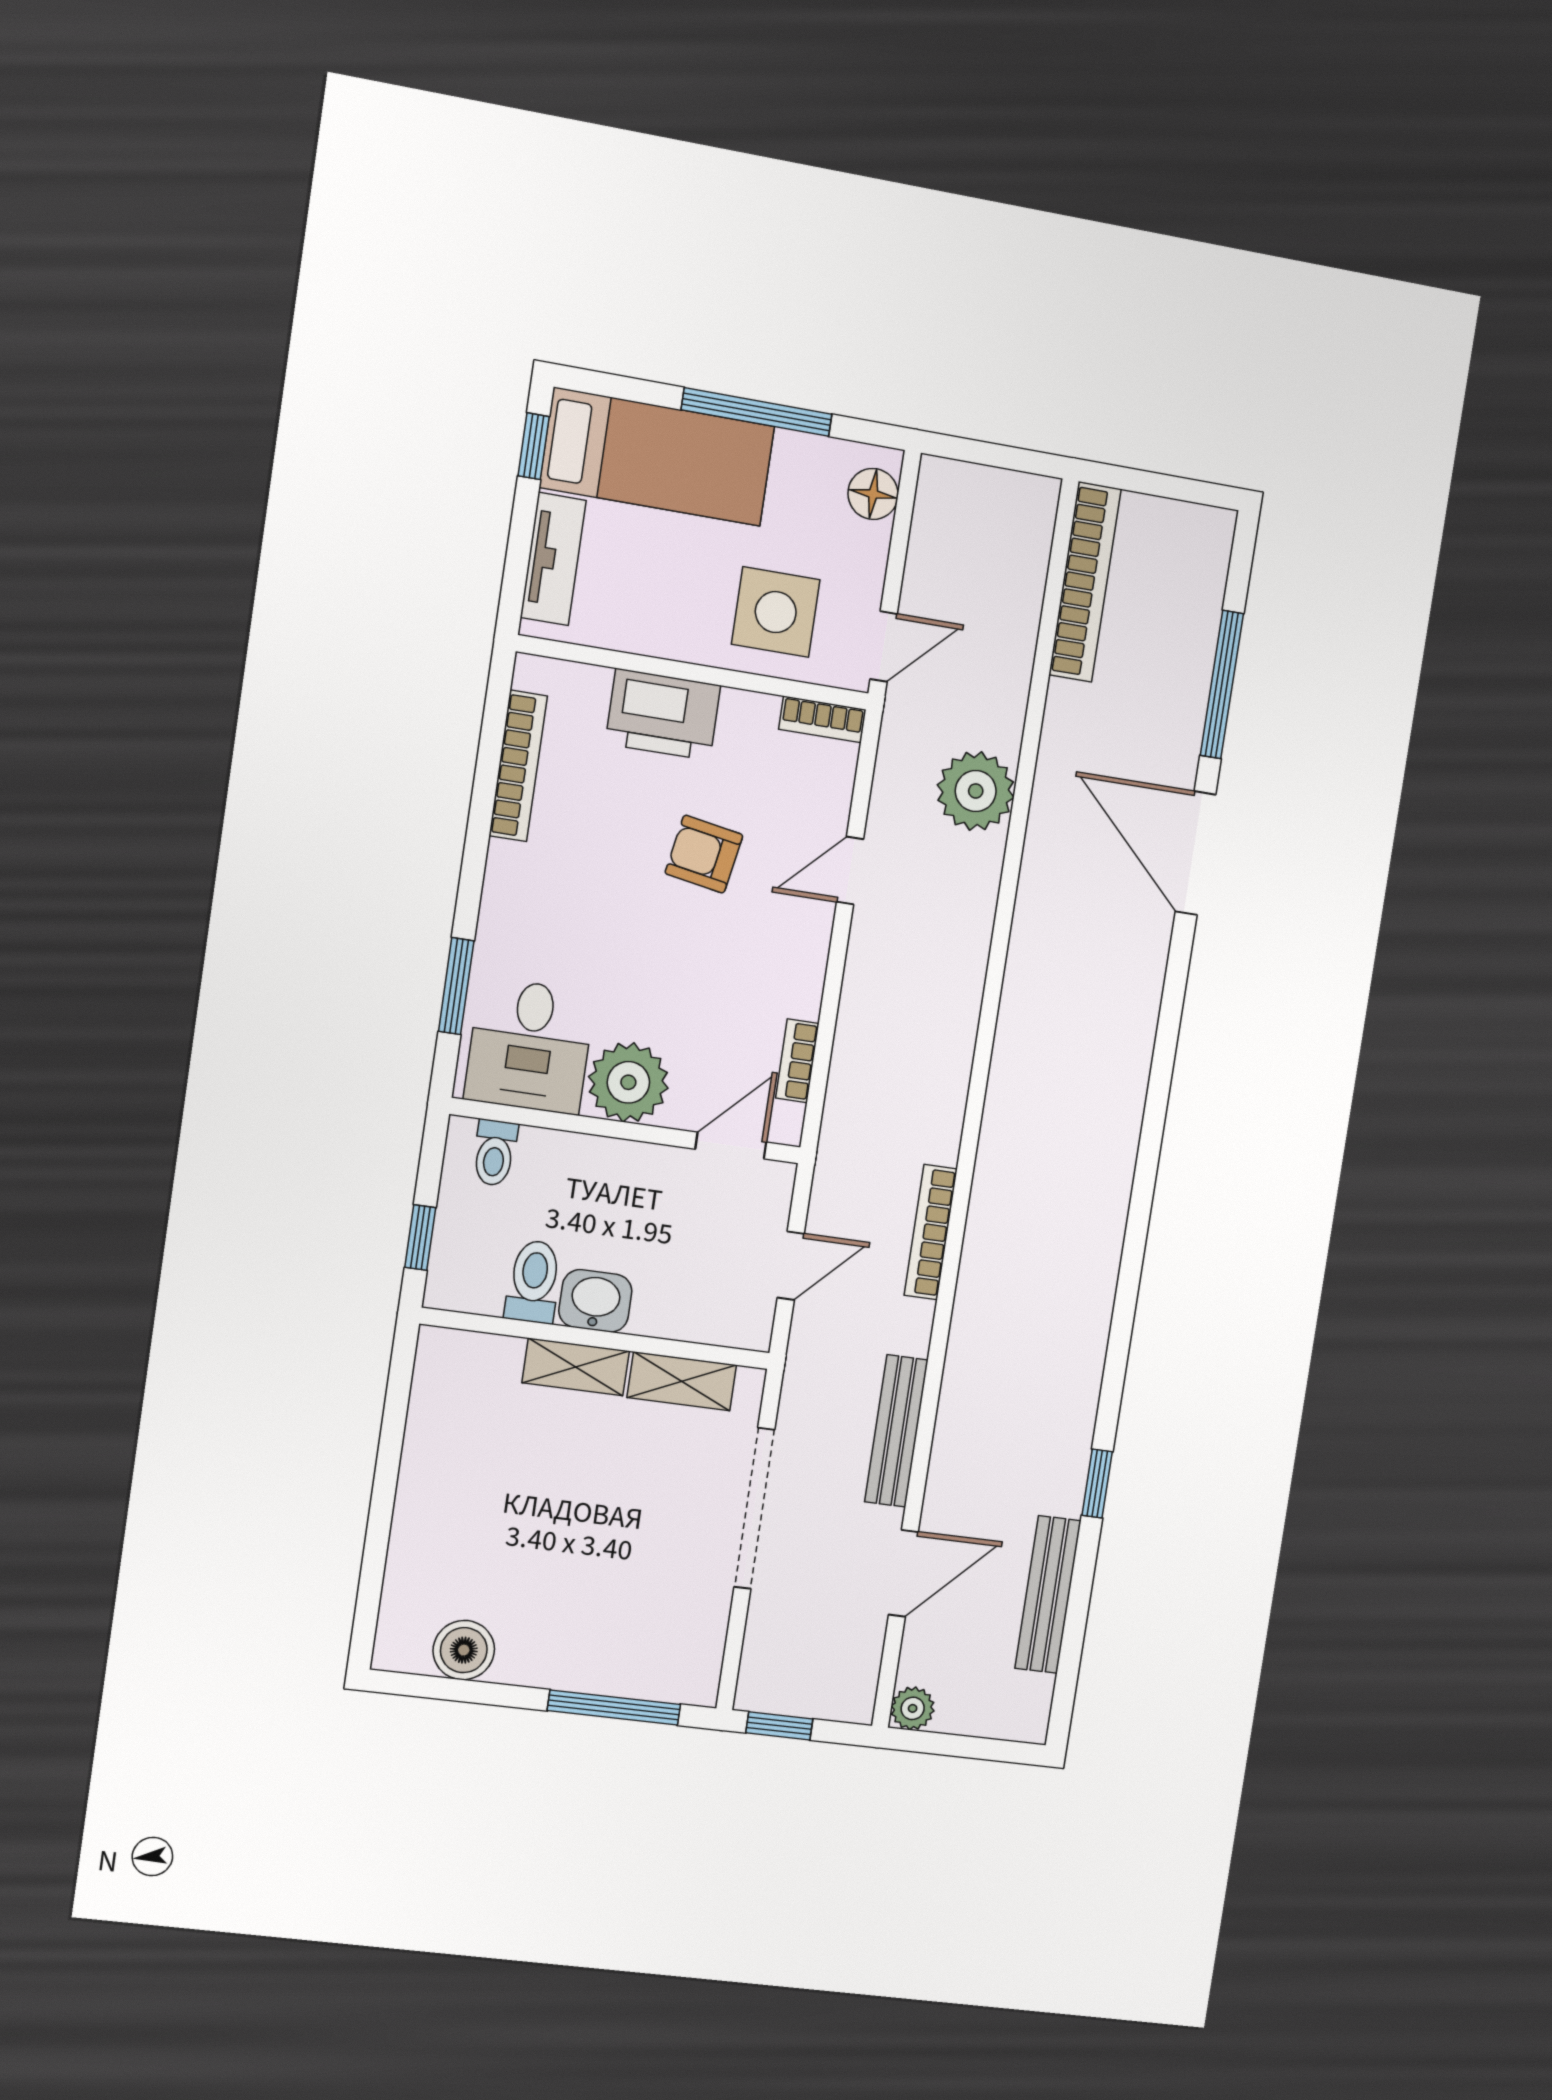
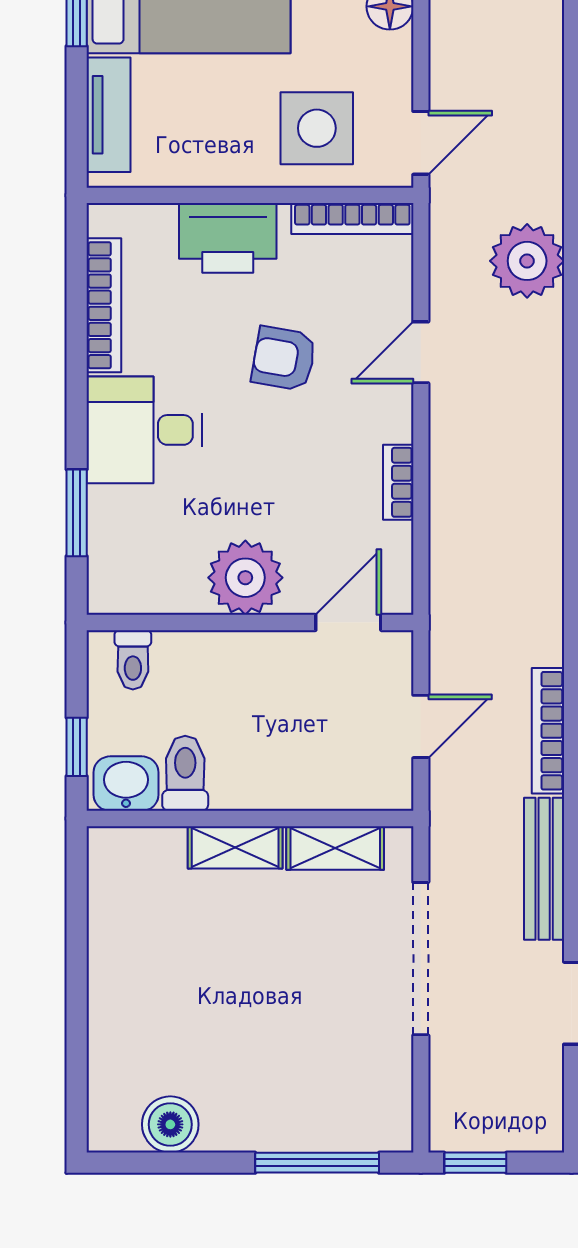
bookcase: (822, 719) -> (352, 218), width x1.56
desk: (530, 1046) -> (144, 430), moved, turned 90
bookcase: (797, 1061) -> (398, 482), moved
bookcase: (931, 1232) -> (548, 731), moved
washbasin: (595, 1301) -> (126, 784), moved

